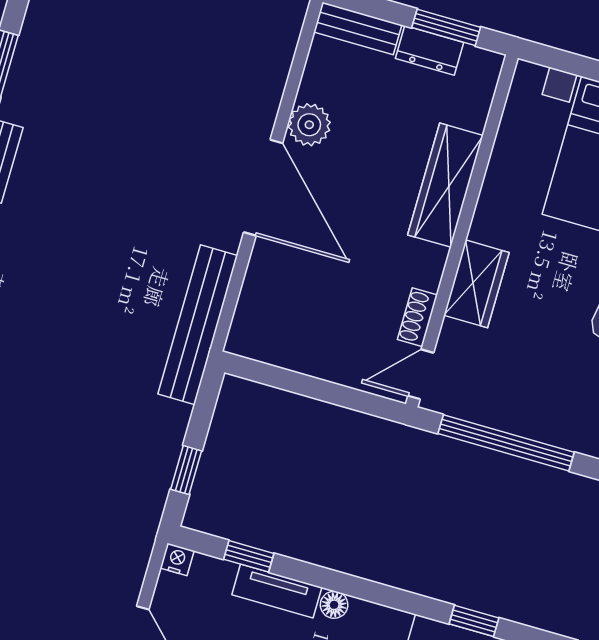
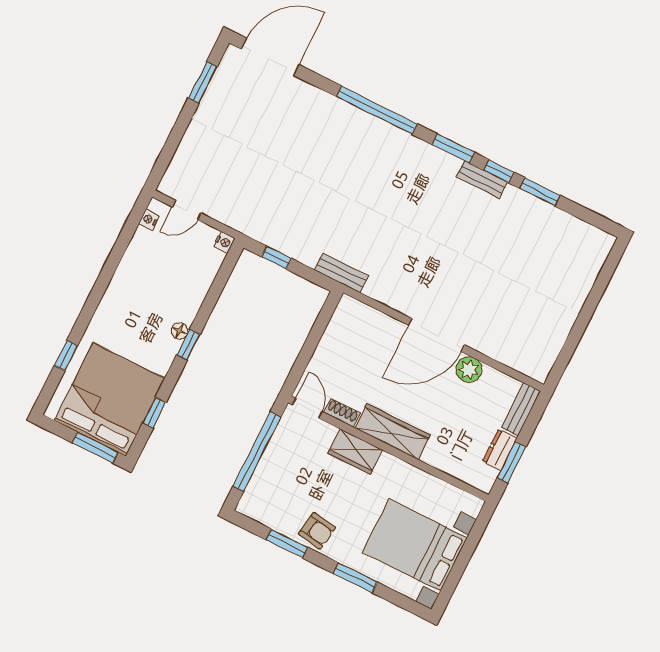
wardrobe: (446, 185) -> (393, 432), moved
bench: (198, 325) -> (341, 273), width x0.54, depth x0.82
window: (249, 556) -> (188, 345), moved
tv unit: (277, 591) -> (194, 298), removed

